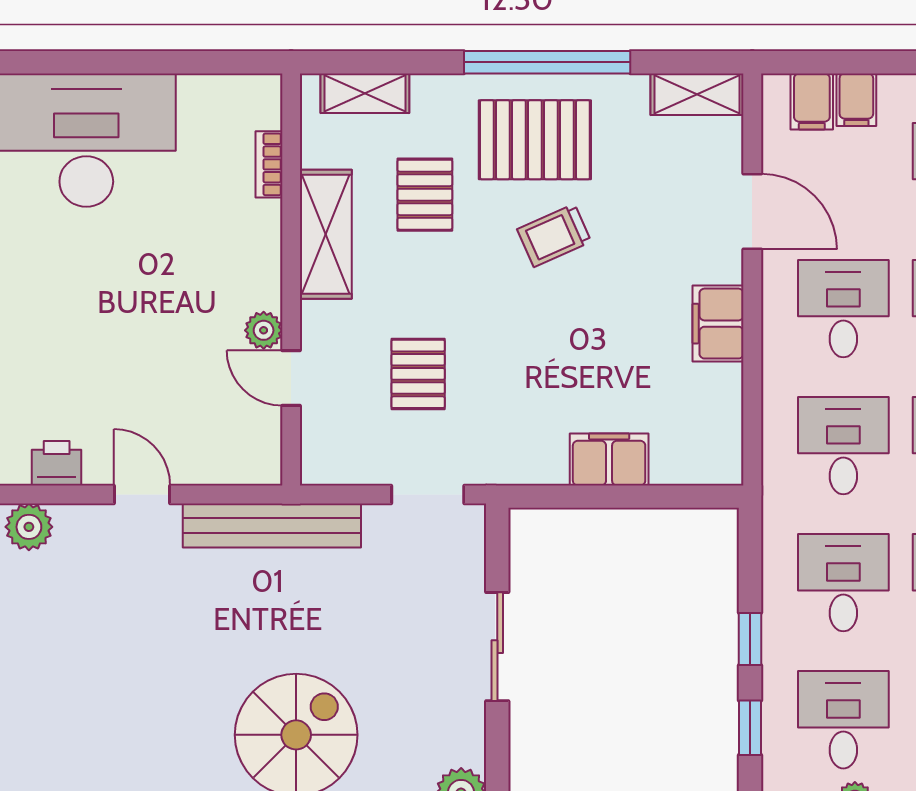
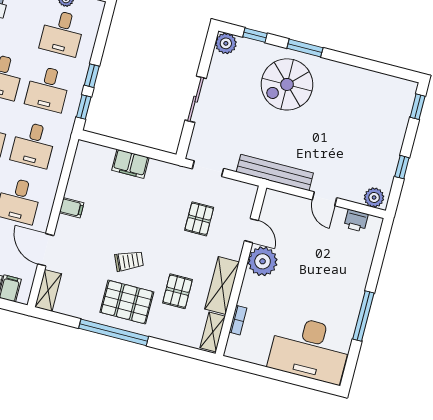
shelving: (365, 93) -> (213, 332), moved, turned 90
shelving: (697, 94) -> (48, 290), moved, turned 90
filing cabinet: (718, 324) -> (72, 208), width x0.50
plant: (264, 330) -> (263, 261), width x1.88, depth x1.88
window: (750, 728) -> (84, 107), moved

